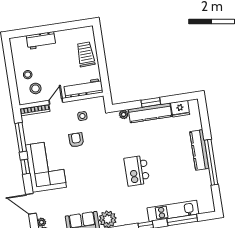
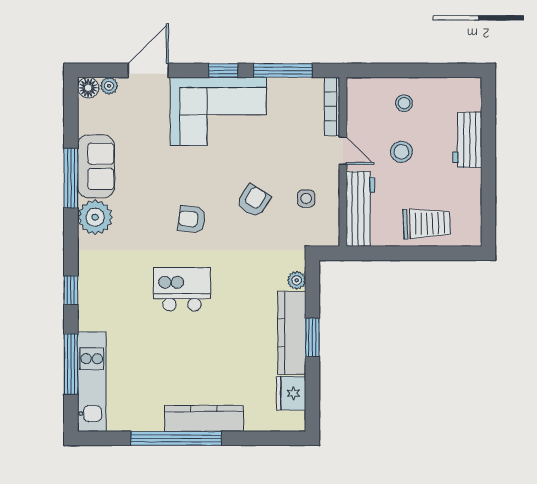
stool: (35, 88) -> (401, 152), moved
armchair: (76, 140) -> (254, 201), moved, turned -58
armchair: (101, 171) -> (192, 219), added
kitchen unit: (173, 211) -> (92, 382), moved

